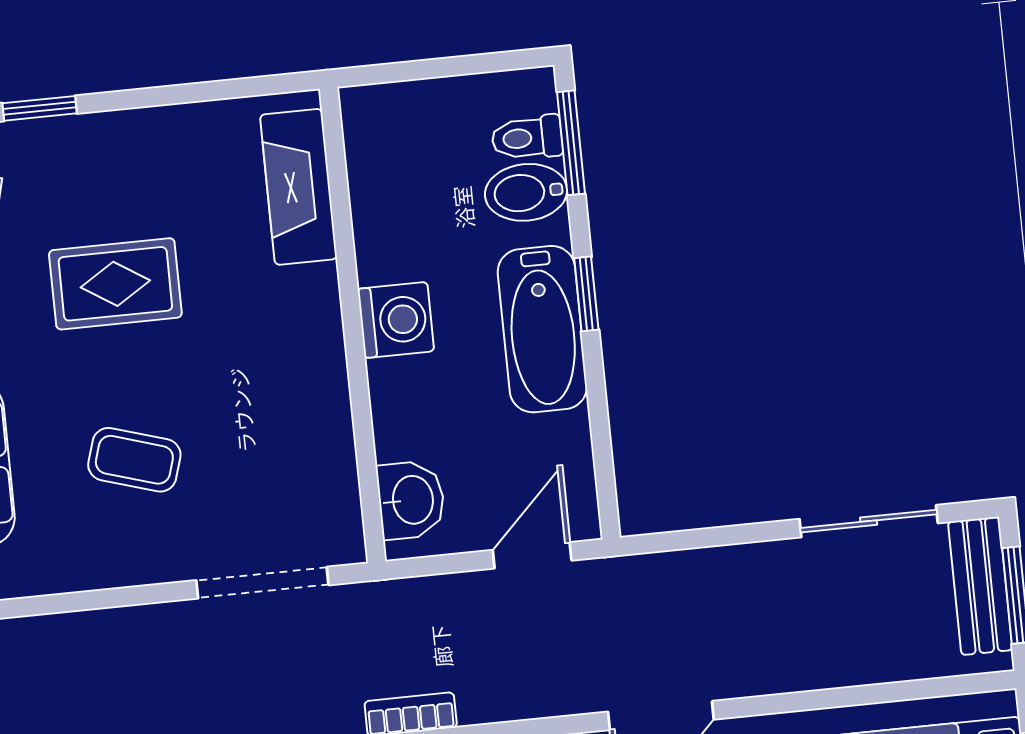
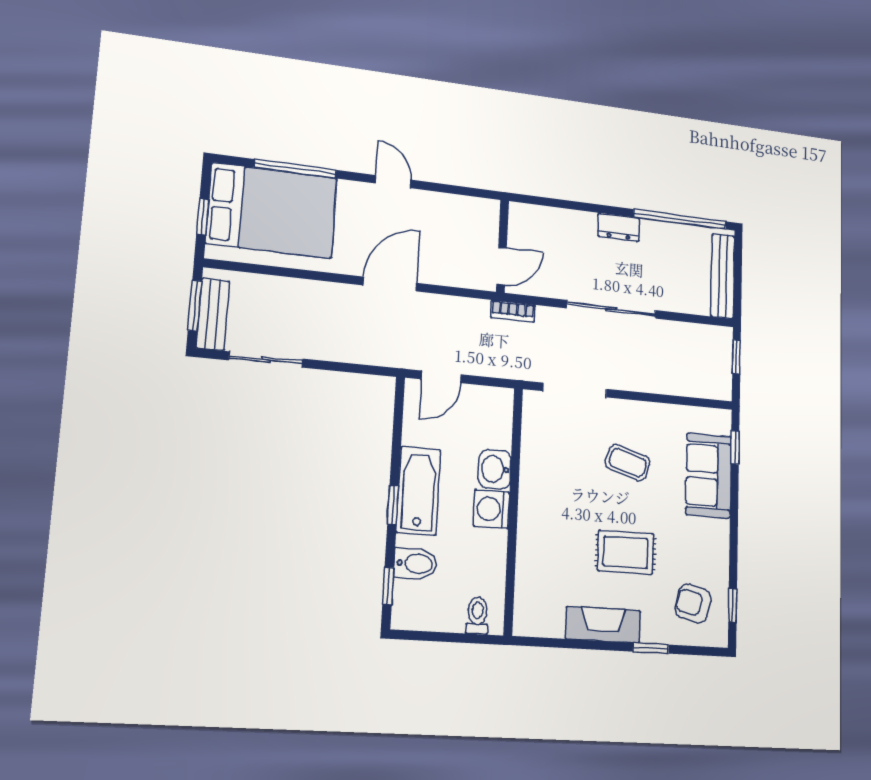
toilet: (527, 138) -> (477, 616), moved, turned -90
window: (571, 143) -> (388, 586), width x0.67
fireplace: (299, 187) -> (603, 625), moved, turned -90
washbasin: (411, 500) -> (495, 469), moved

